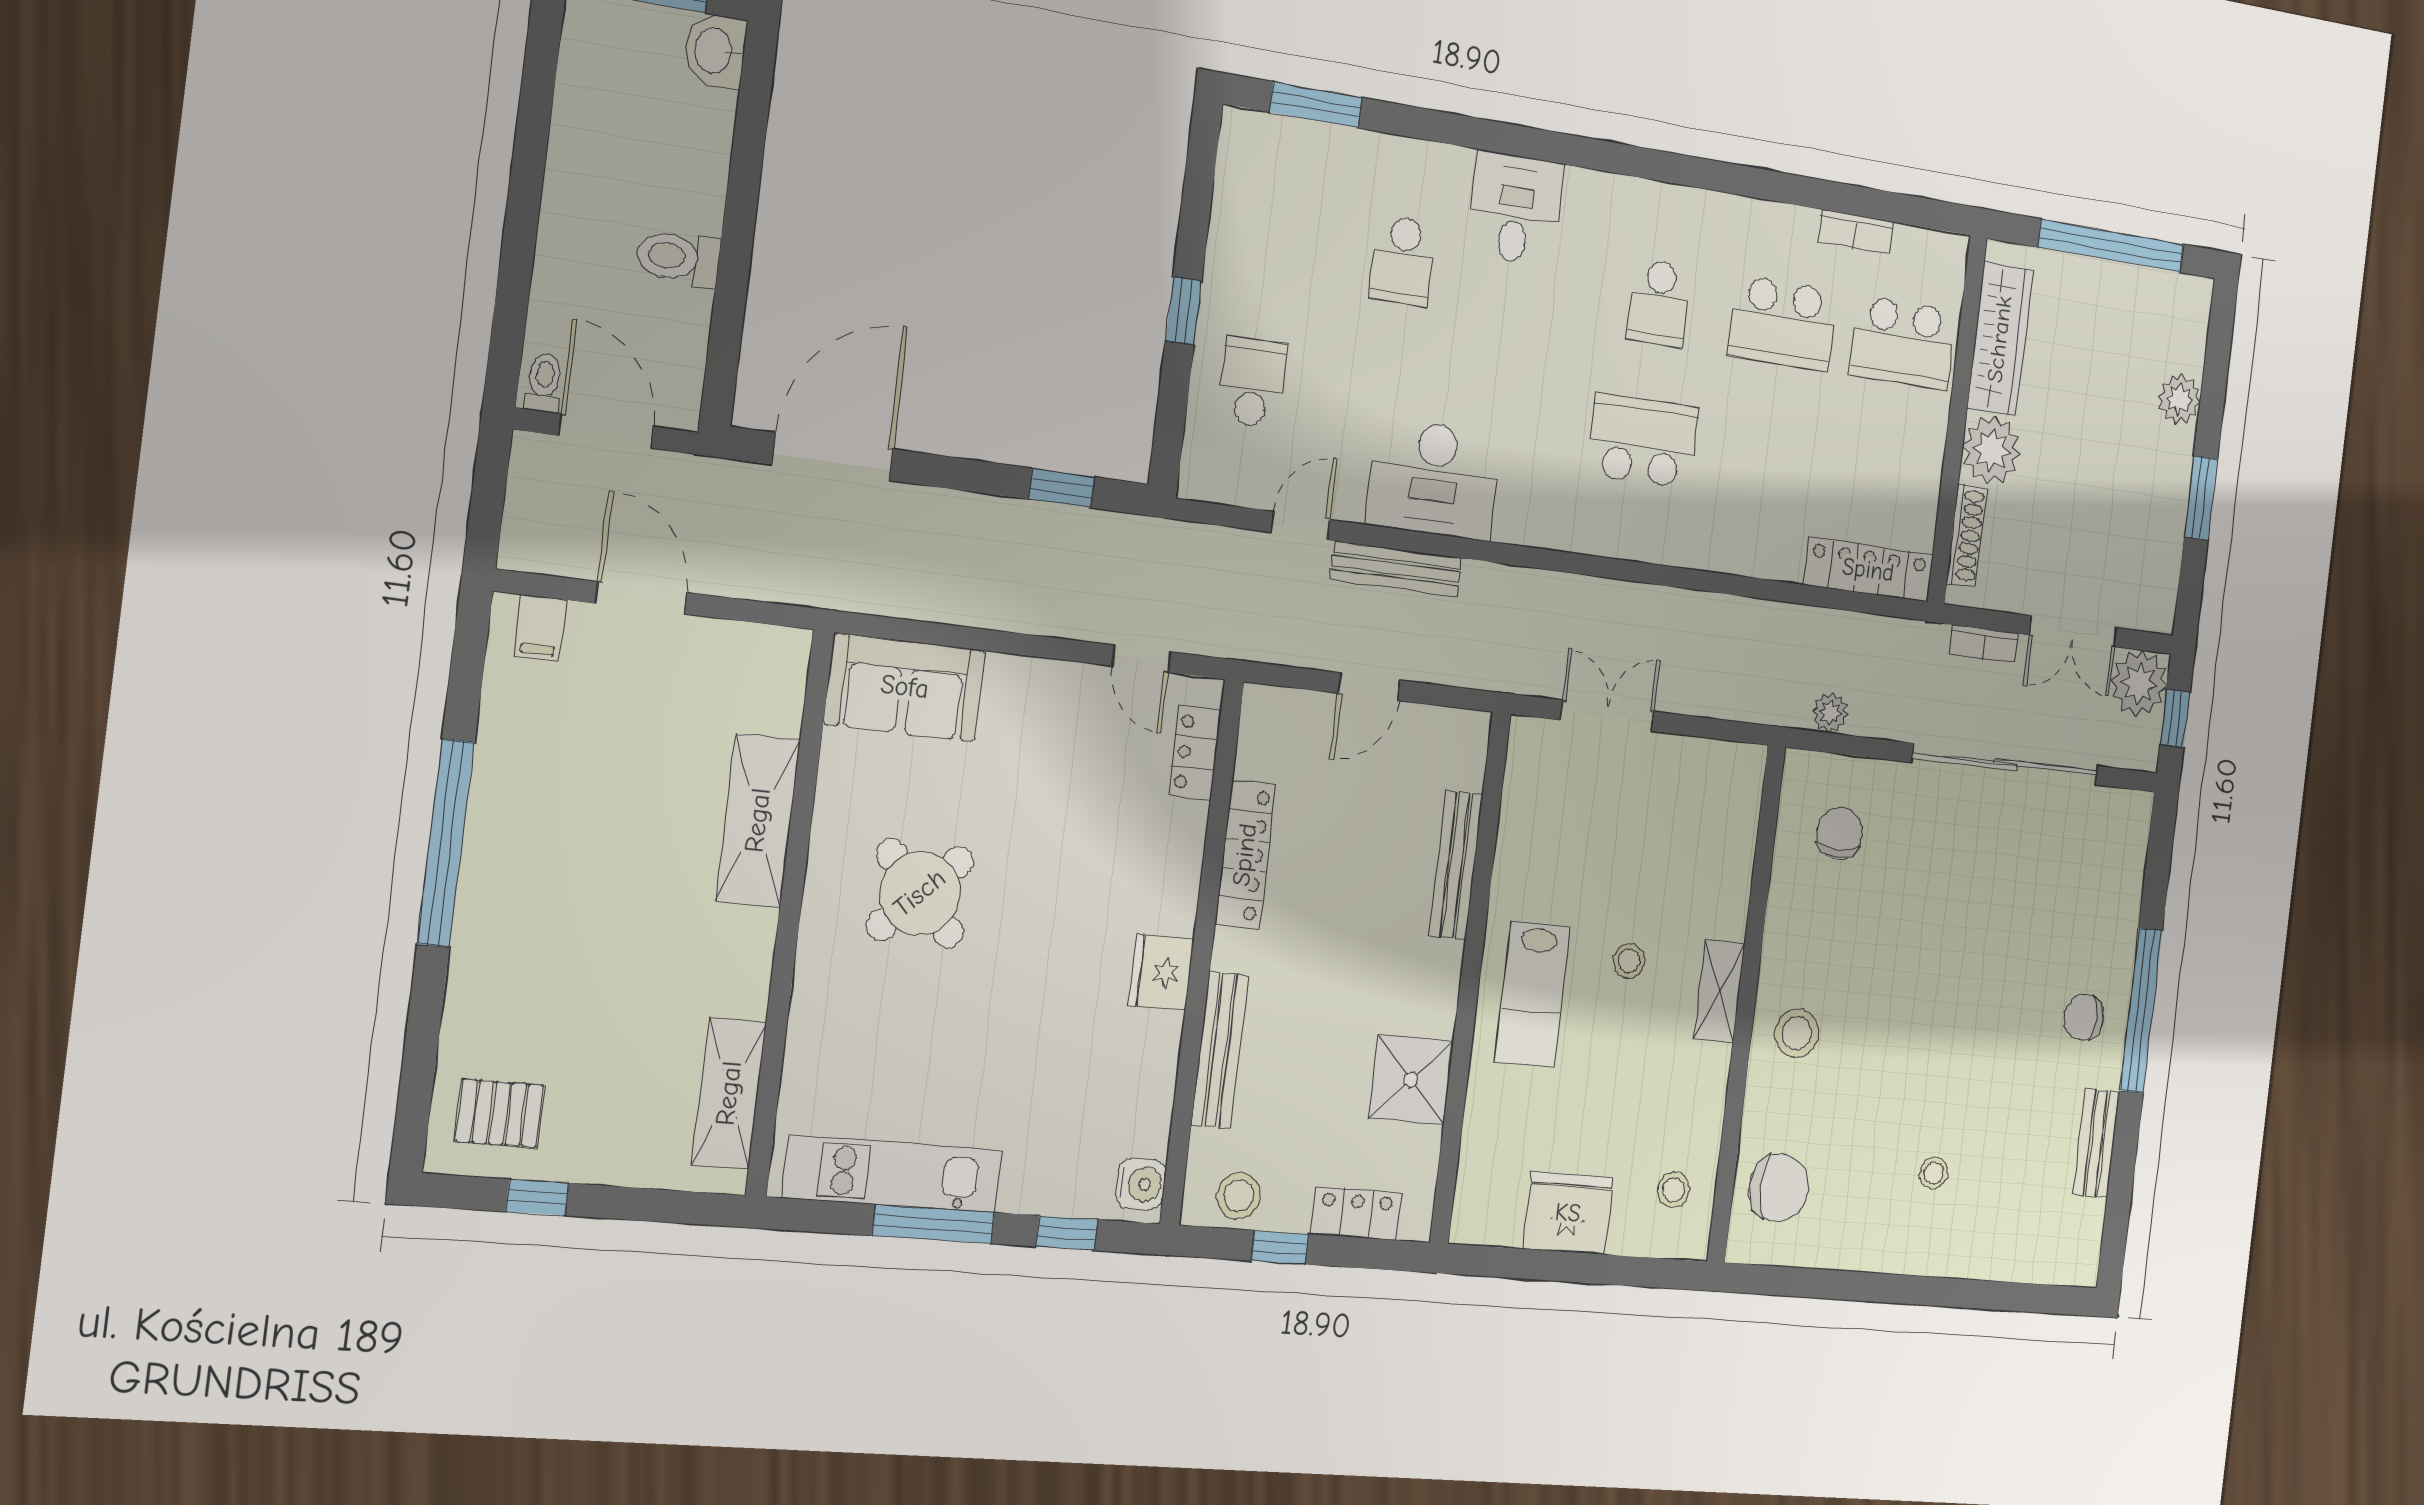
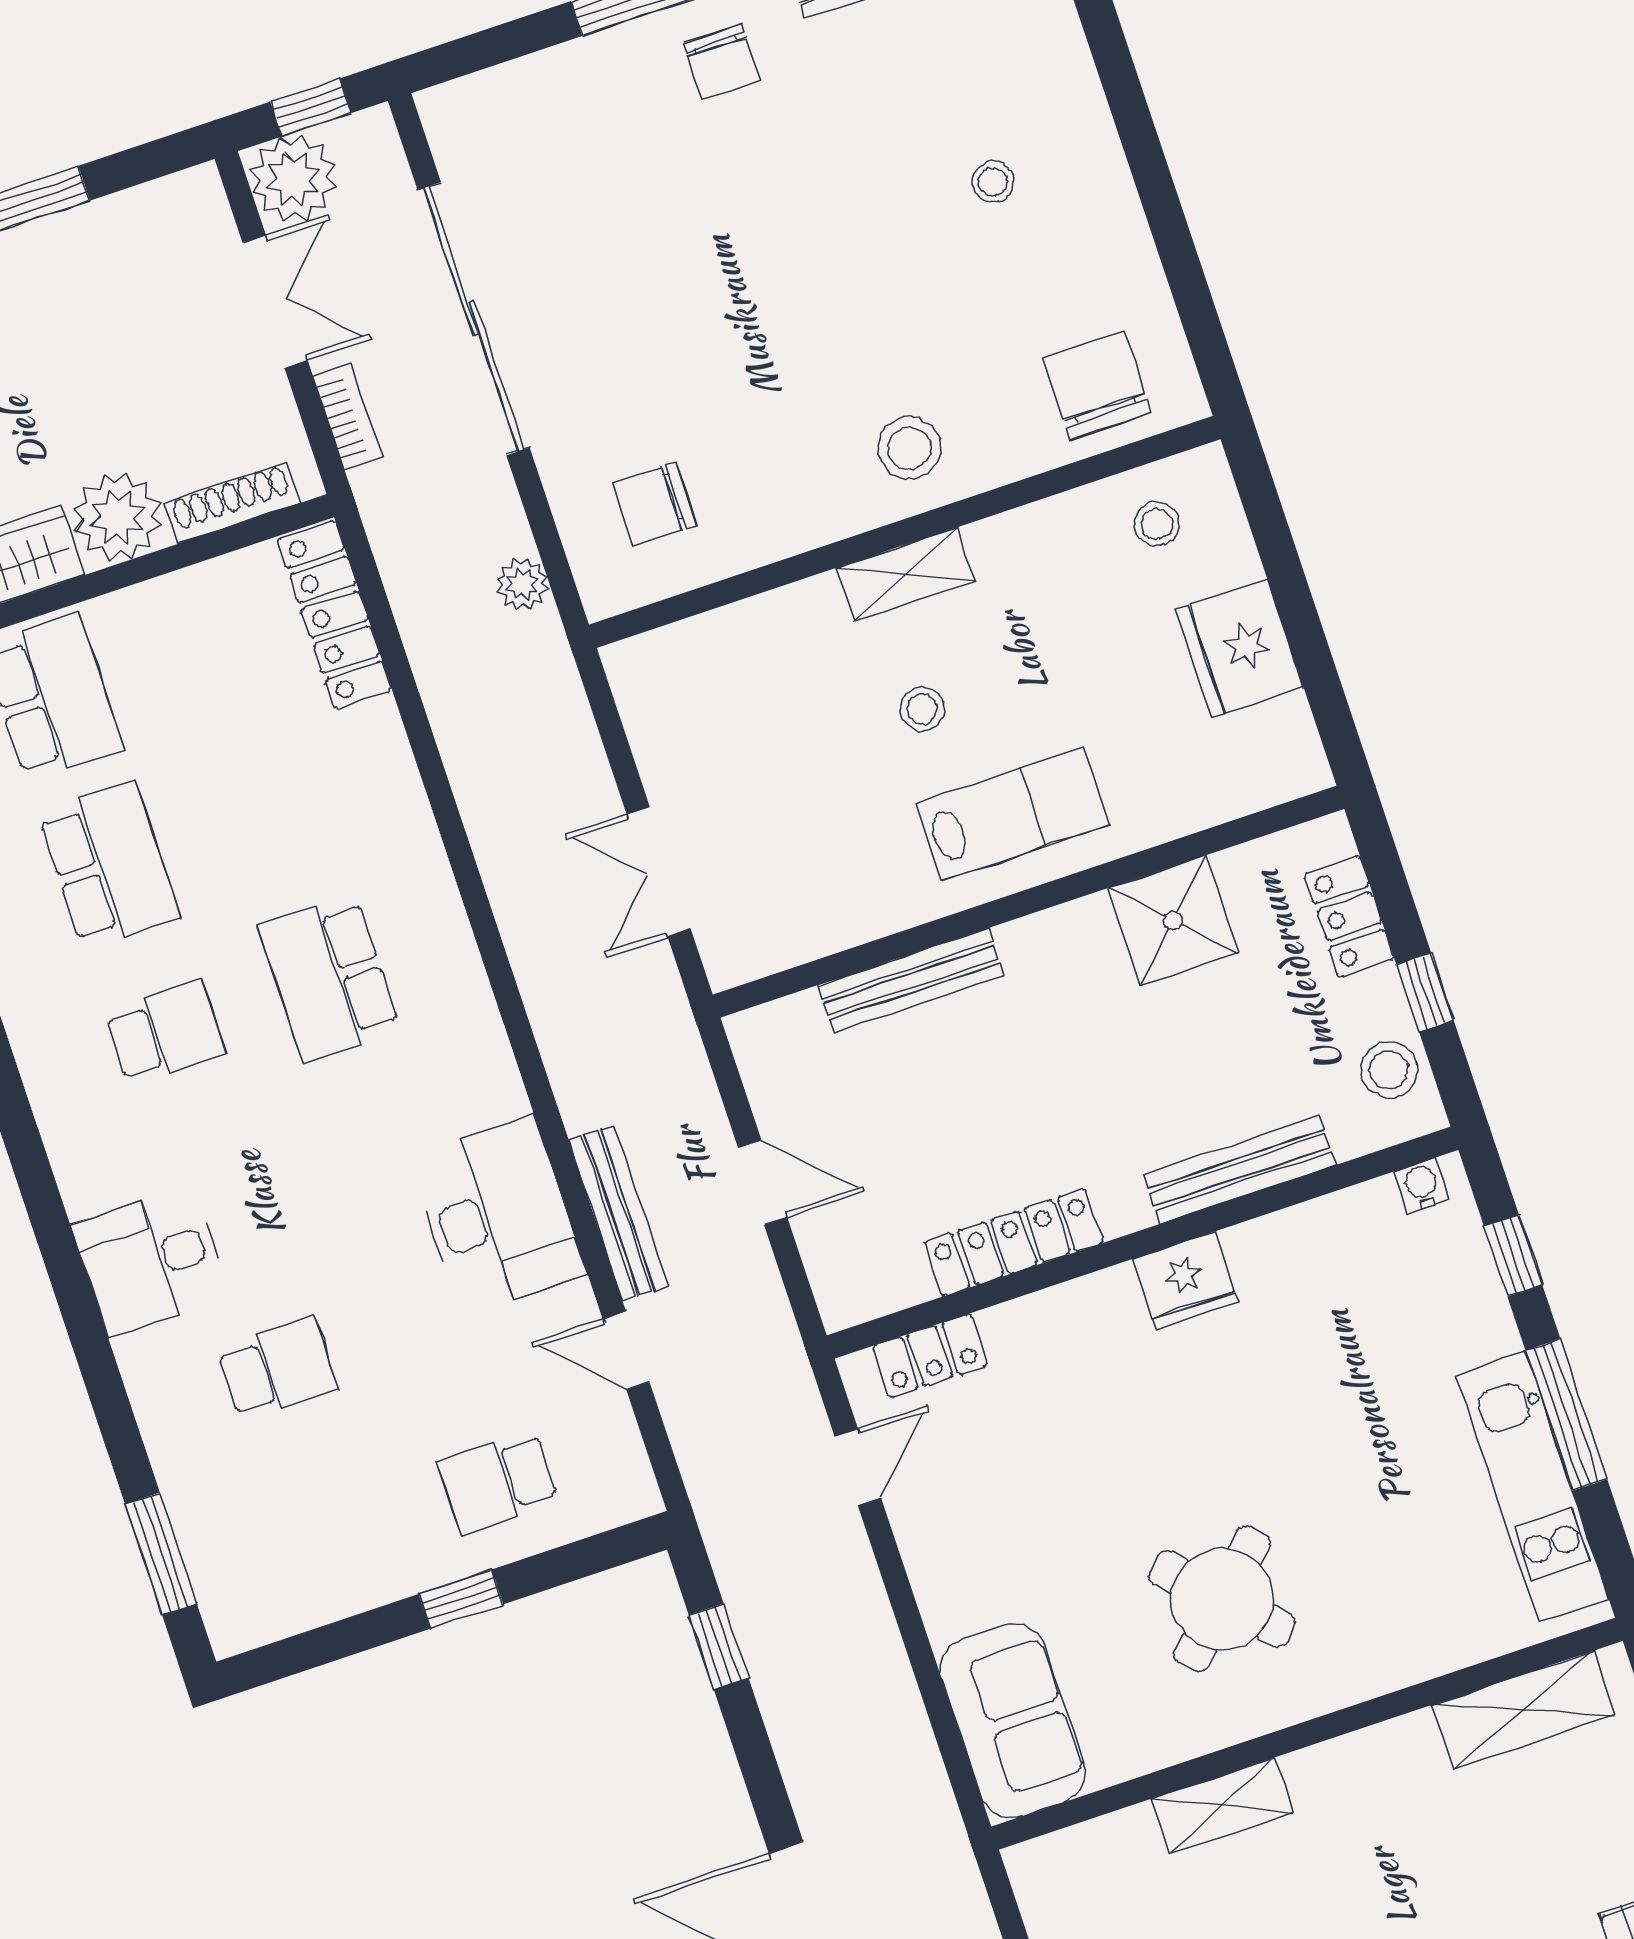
shelving: (758, 820) -> (1222, 1806), width x0.67, depth x0.75
water cooler: (1141, 1184) -> (1422, 1185), width x0.72, depth x0.72

